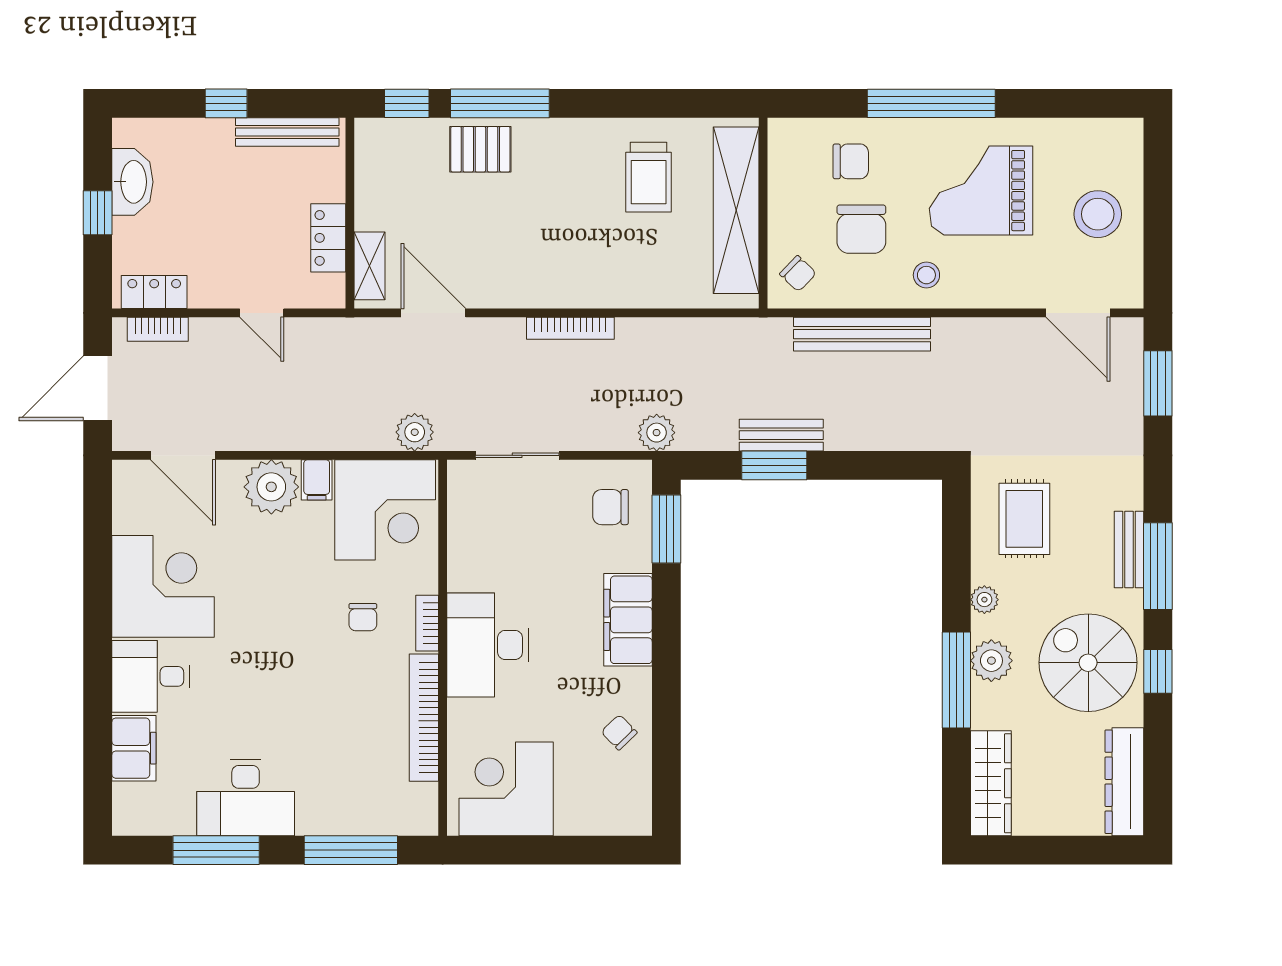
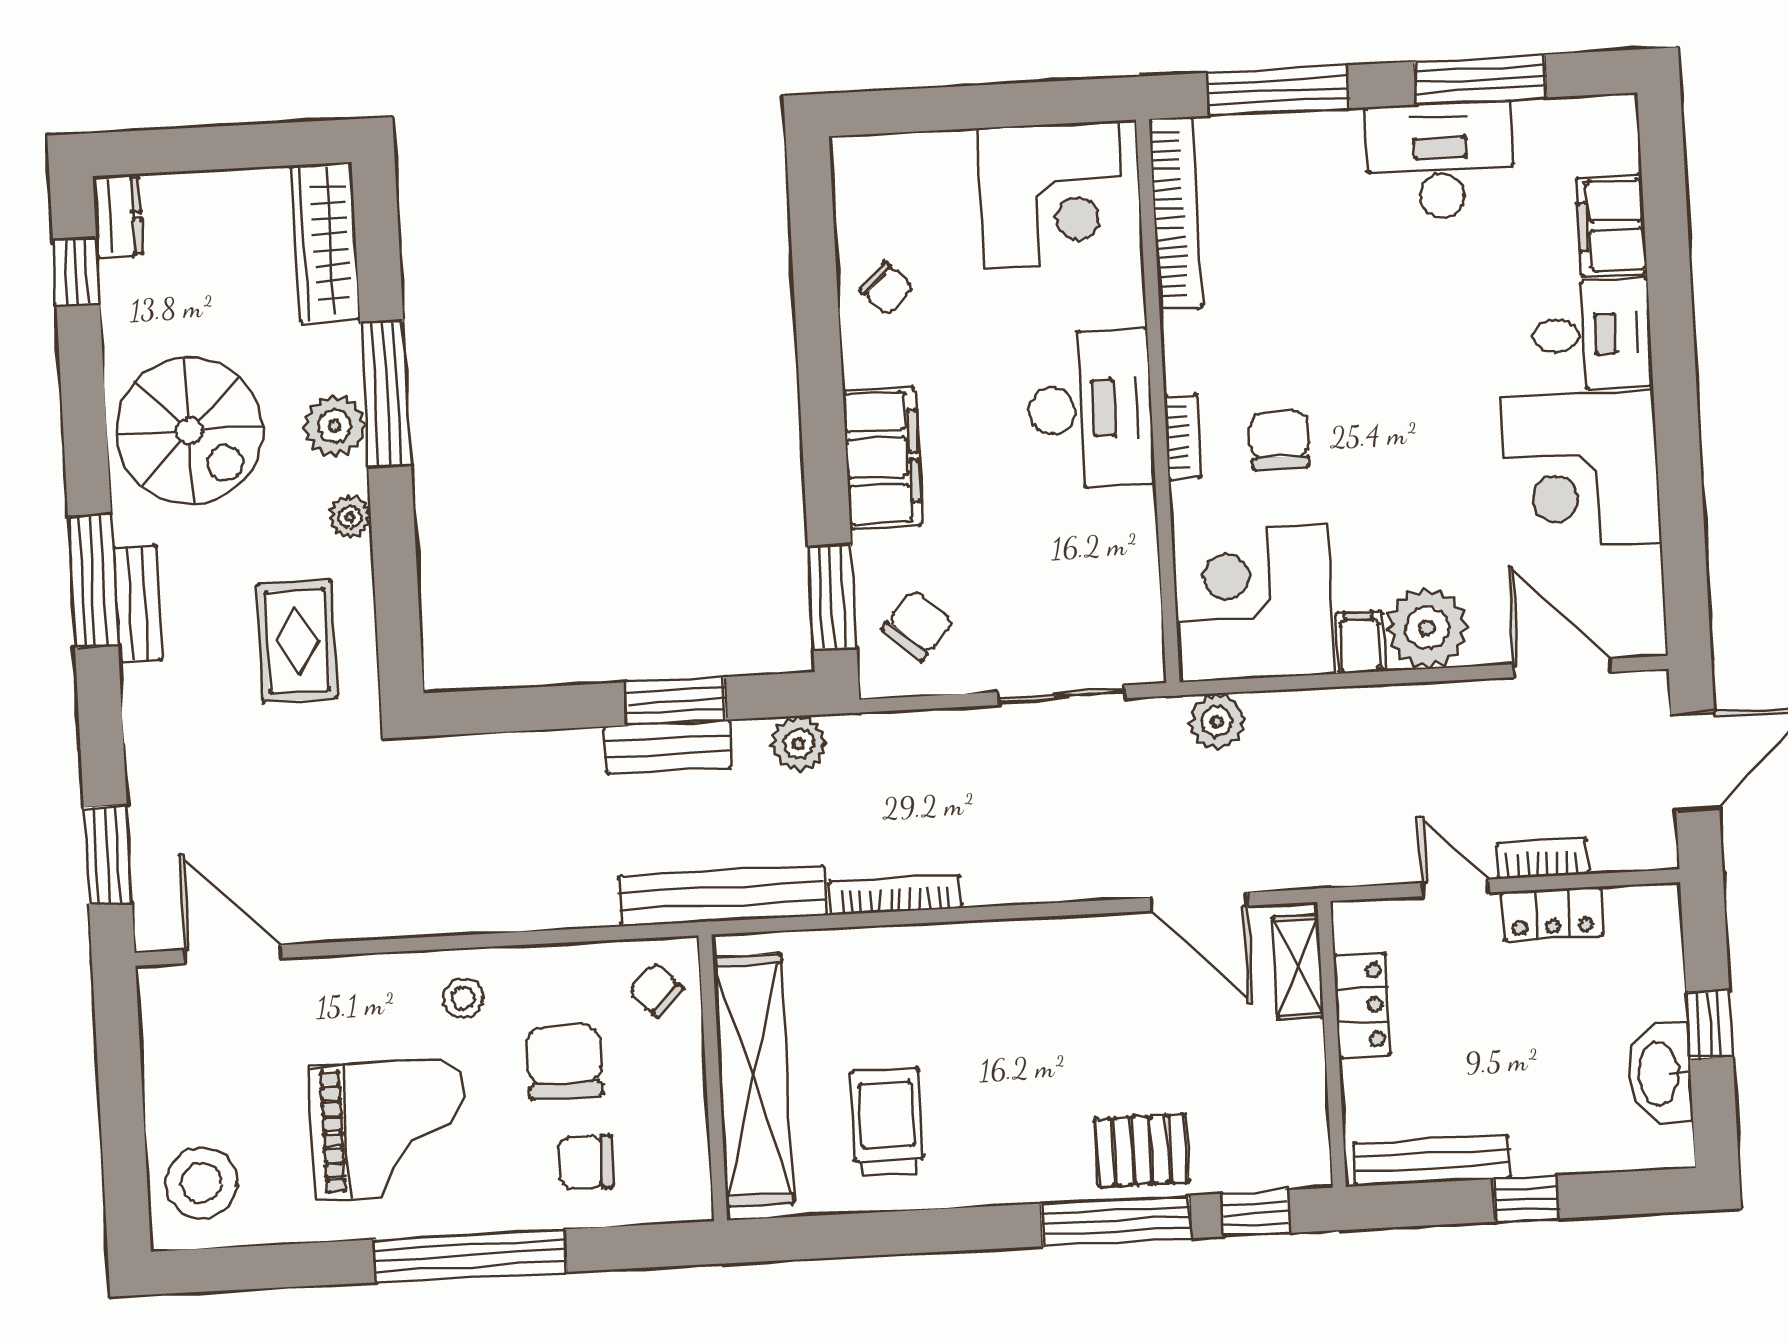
stool: (1098, 214) -> (201, 1183), moved
locker: (154, 292) -> (1552, 914), moved
bookcase: (570, 328) -> (895, 895), moved
bookcase: (158, 329) -> (1543, 858), moved
bench: (862, 334) -> (723, 896), moved
plant: (657, 433) -> (799, 743), moved
chair: (611, 507) -> (918, 625), turned -48
chair: (363, 617) -> (1280, 440), width x1.37, depth x1.37
window: (1158, 671) -> (76, 272), moved
bookcase: (424, 718) -> (1176, 213), moved
dresser: (1124, 782) -> (118, 216), width x0.51, depth x0.80

